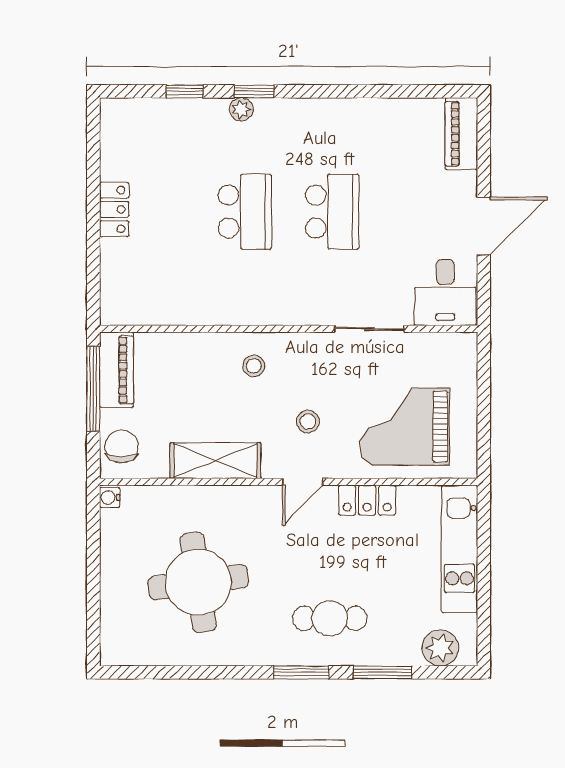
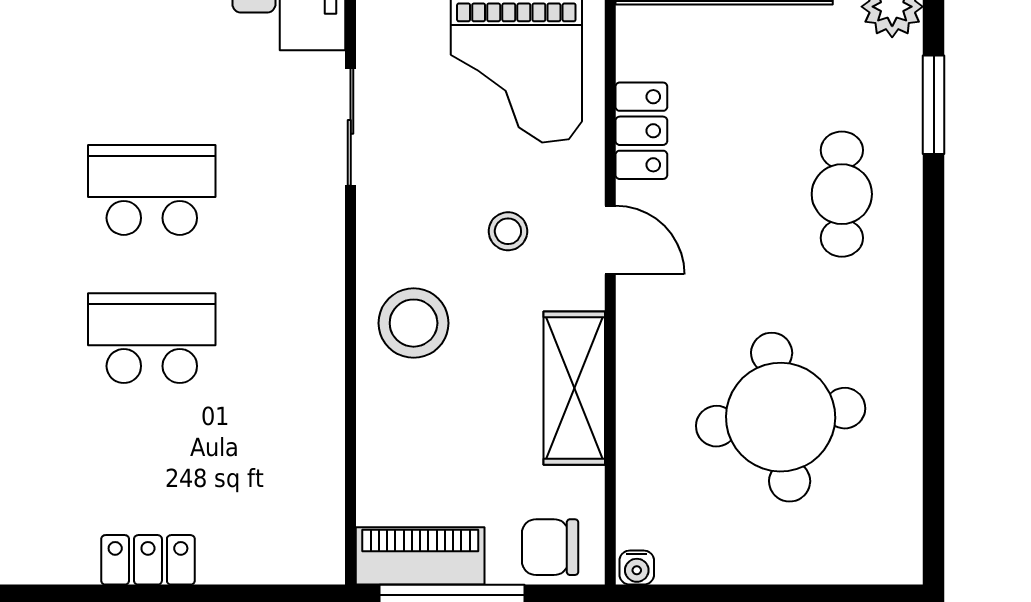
stool: (254, 366) -> (414, 323), width x1.89, depth x1.89
window: (301, 672) -> (934, 243), removed

